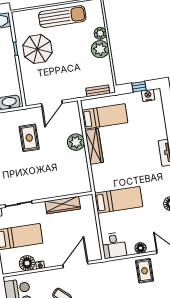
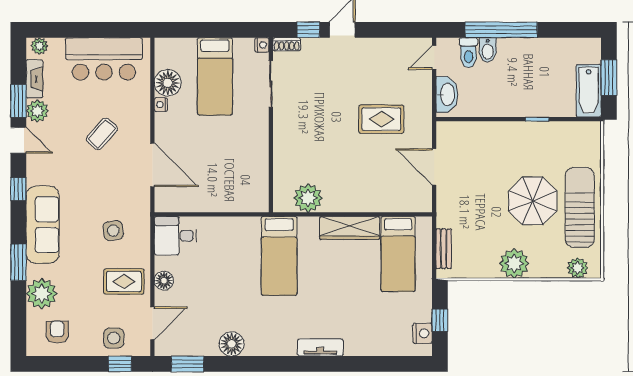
sun lounger: (62, 17) -> (580, 207), turned 180
plant: (100, 33) -> (578, 268), moved
parasol: (38, 49) -> (533, 201), moved
plant: (76, 142) -> (308, 198), moved
bed: (119, 200) -> (279, 256), moved
wardrobe: (63, 205) -> (258, 159), removed
side table: (116, 281) -> (113, 231), added

